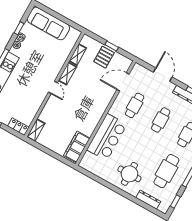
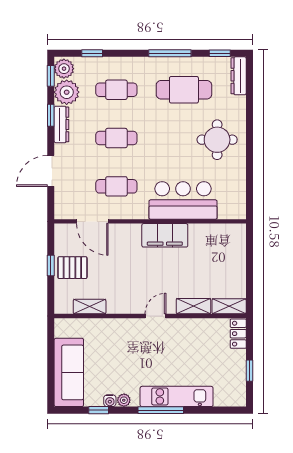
shelving: (67, 74) -> (193, 306), moved
filing cabinet: (77, 147) -> (165, 235), moved
dresser: (148, 200) -> (239, 76), moved

